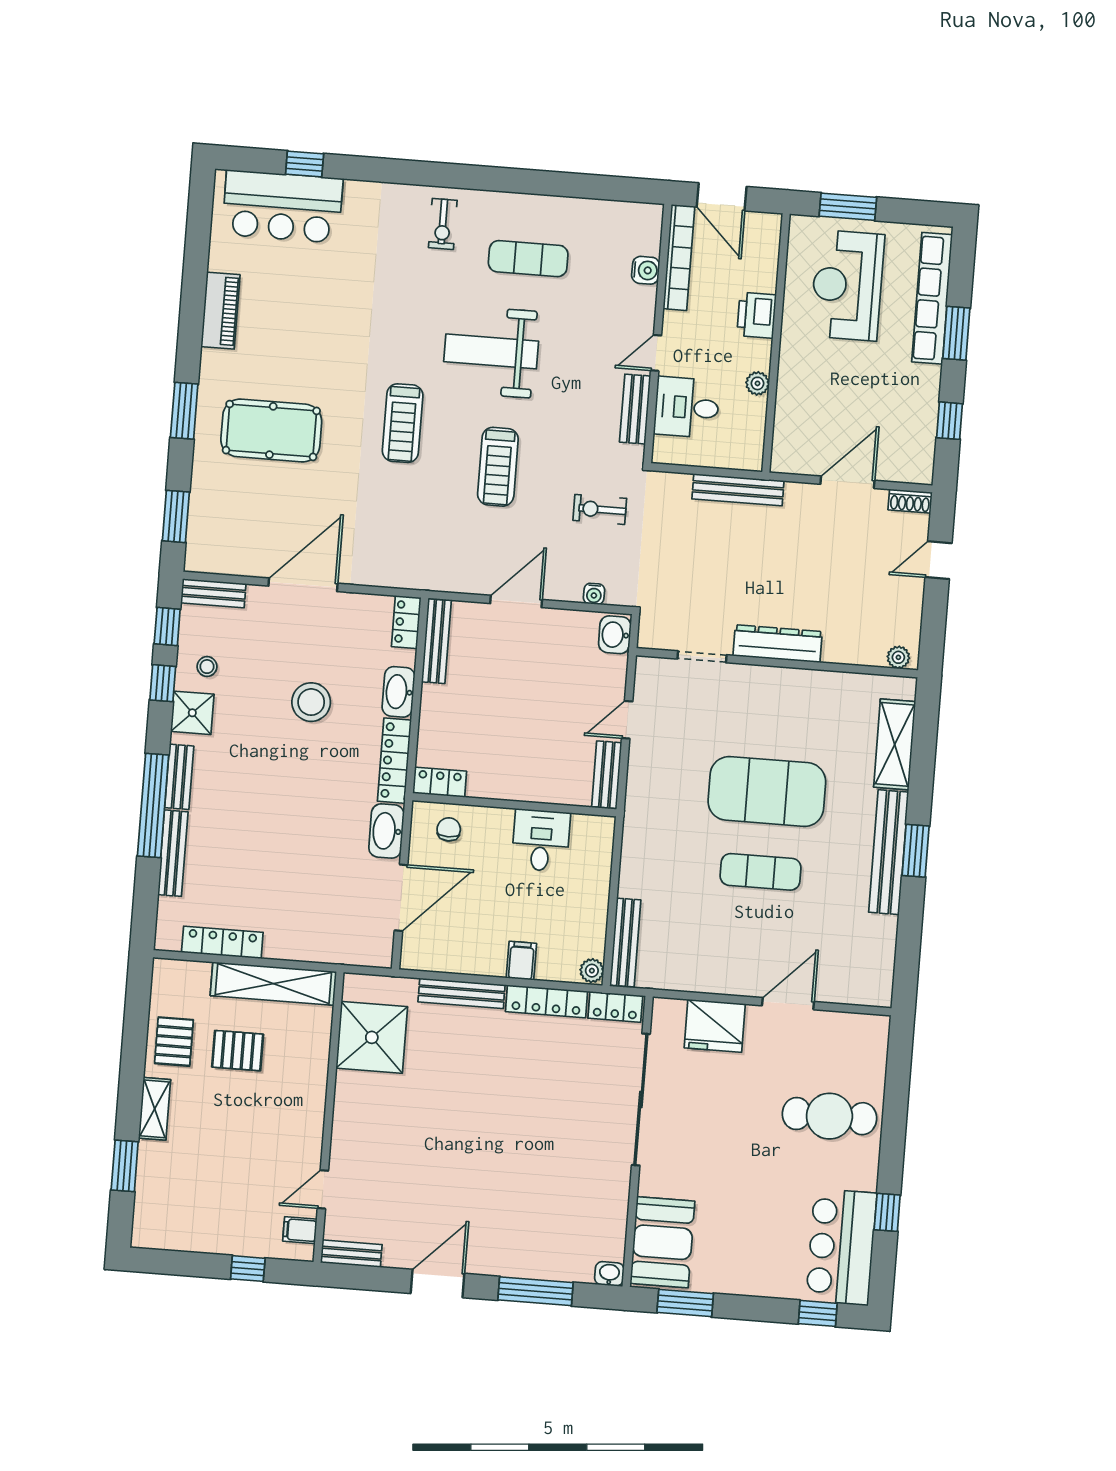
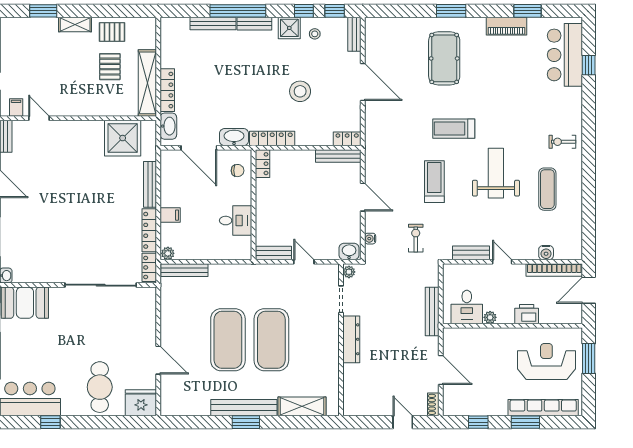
desk: (687, 407) -> (467, 307), moved, turned 180
treadmill: (498, 467) -> (434, 182), turned 90
window: (176, 516) -> (528, 11), moved
plant: (898, 657) -> (349, 272), moved
washbasin: (399, 692) -> (168, 126), moved, turned 90
exercise mat: (761, 872) -> (228, 340), width x2.00, depth x1.45
locker: (222, 942) -> (167, 90), moved
fridge: (715, 1026) -> (141, 403), moved, turned 90

